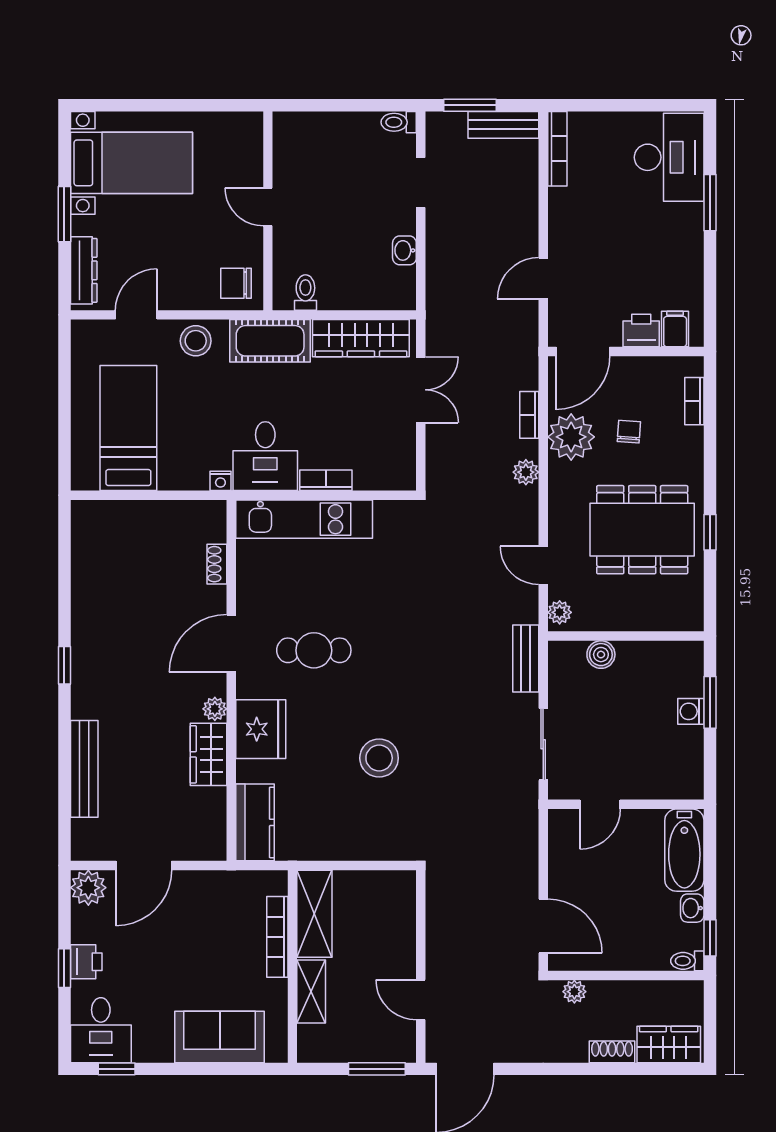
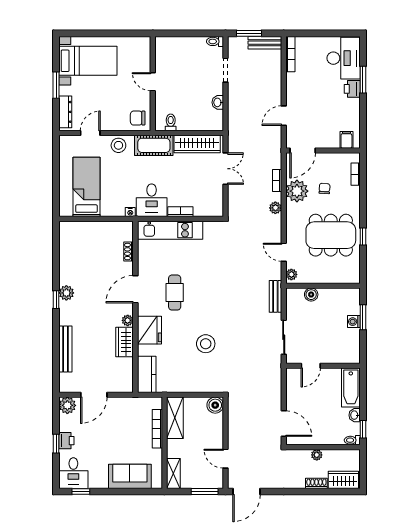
printer: (641, 331) -> (352, 89), moved, turned -90
cafe table: (314, 650) -> (175, 293), turned 90
plant: (86, 651) -> (66, 293), added
boiler: (399, 887) -> (215, 405), added
shelving: (311, 992) -> (173, 474), moved
plant: (574, 992) -> (317, 455), moved

